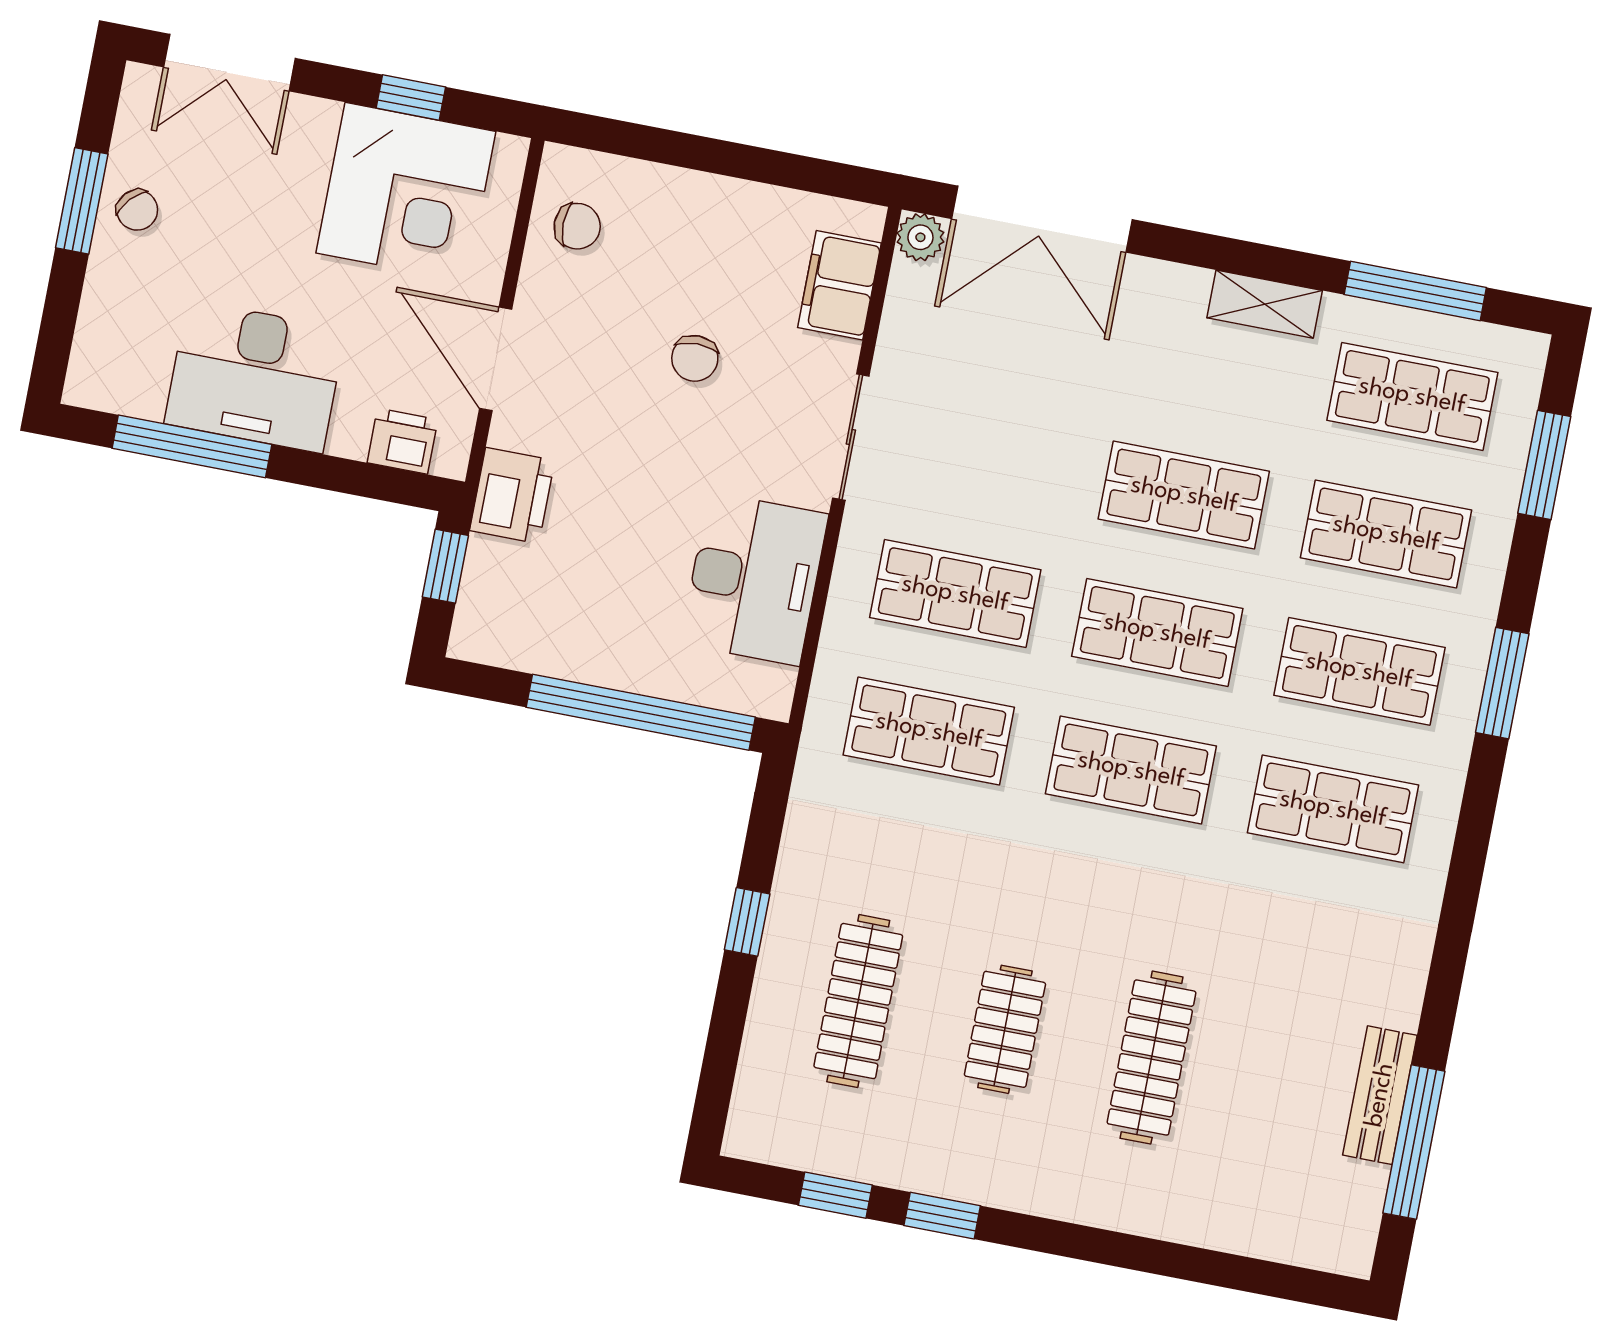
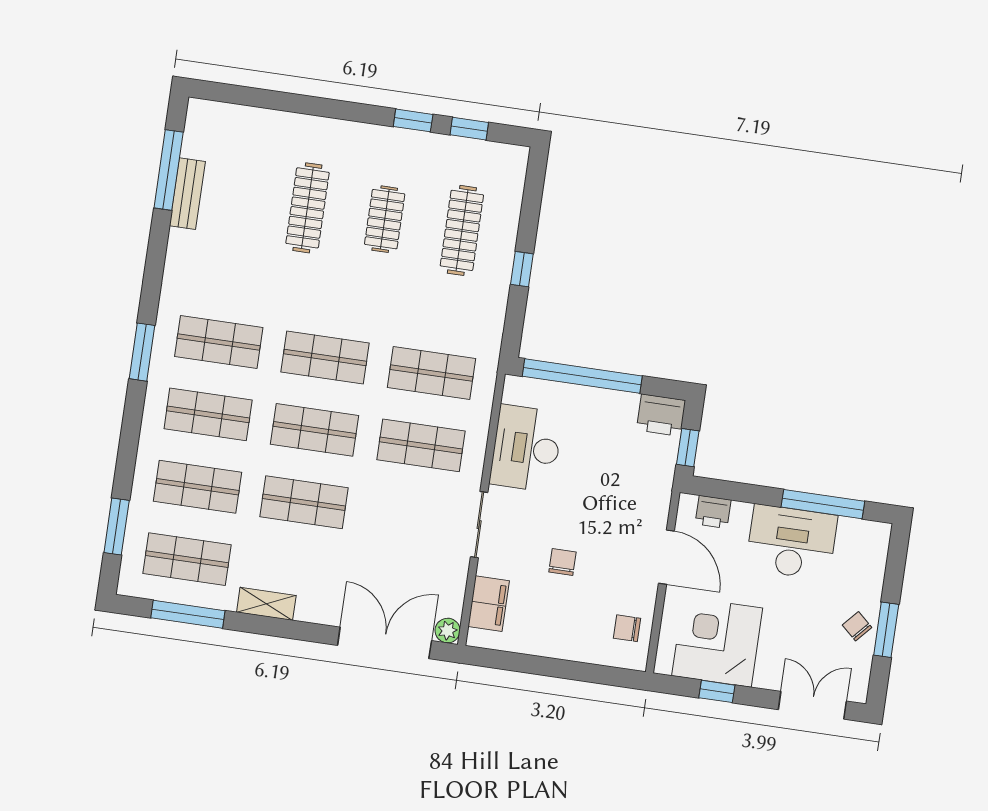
printer: (512, 496) -> (661, 415), moved, turned -90
window: (1502, 683) -> (142, 352), moved

